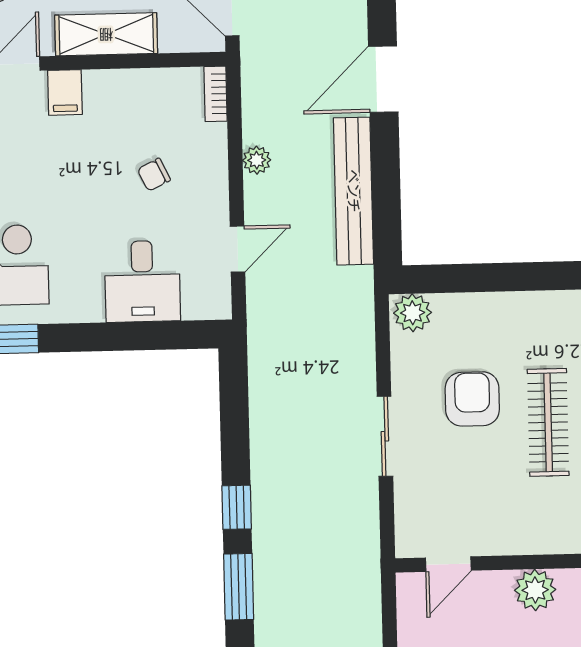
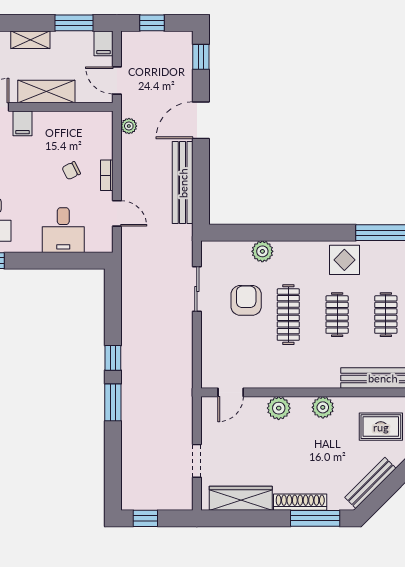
bookcase: (216, 94) -> (107, 175), moved
plant: (257, 160) -> (129, 126), moved
door: (237, 249) -> (117, 213), hinge flipped
plant: (413, 313) -> (262, 251), moved
sliding door: (385, 436) -> (197, 289), moved

